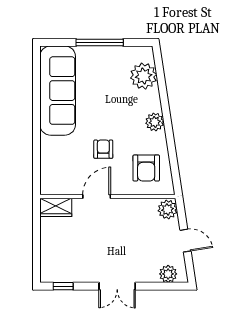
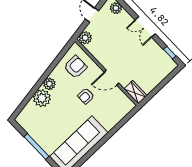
plant: (144, 76) -> (42, 98), moved
double door: (117, 286) -> (145, 27), swing flipped

